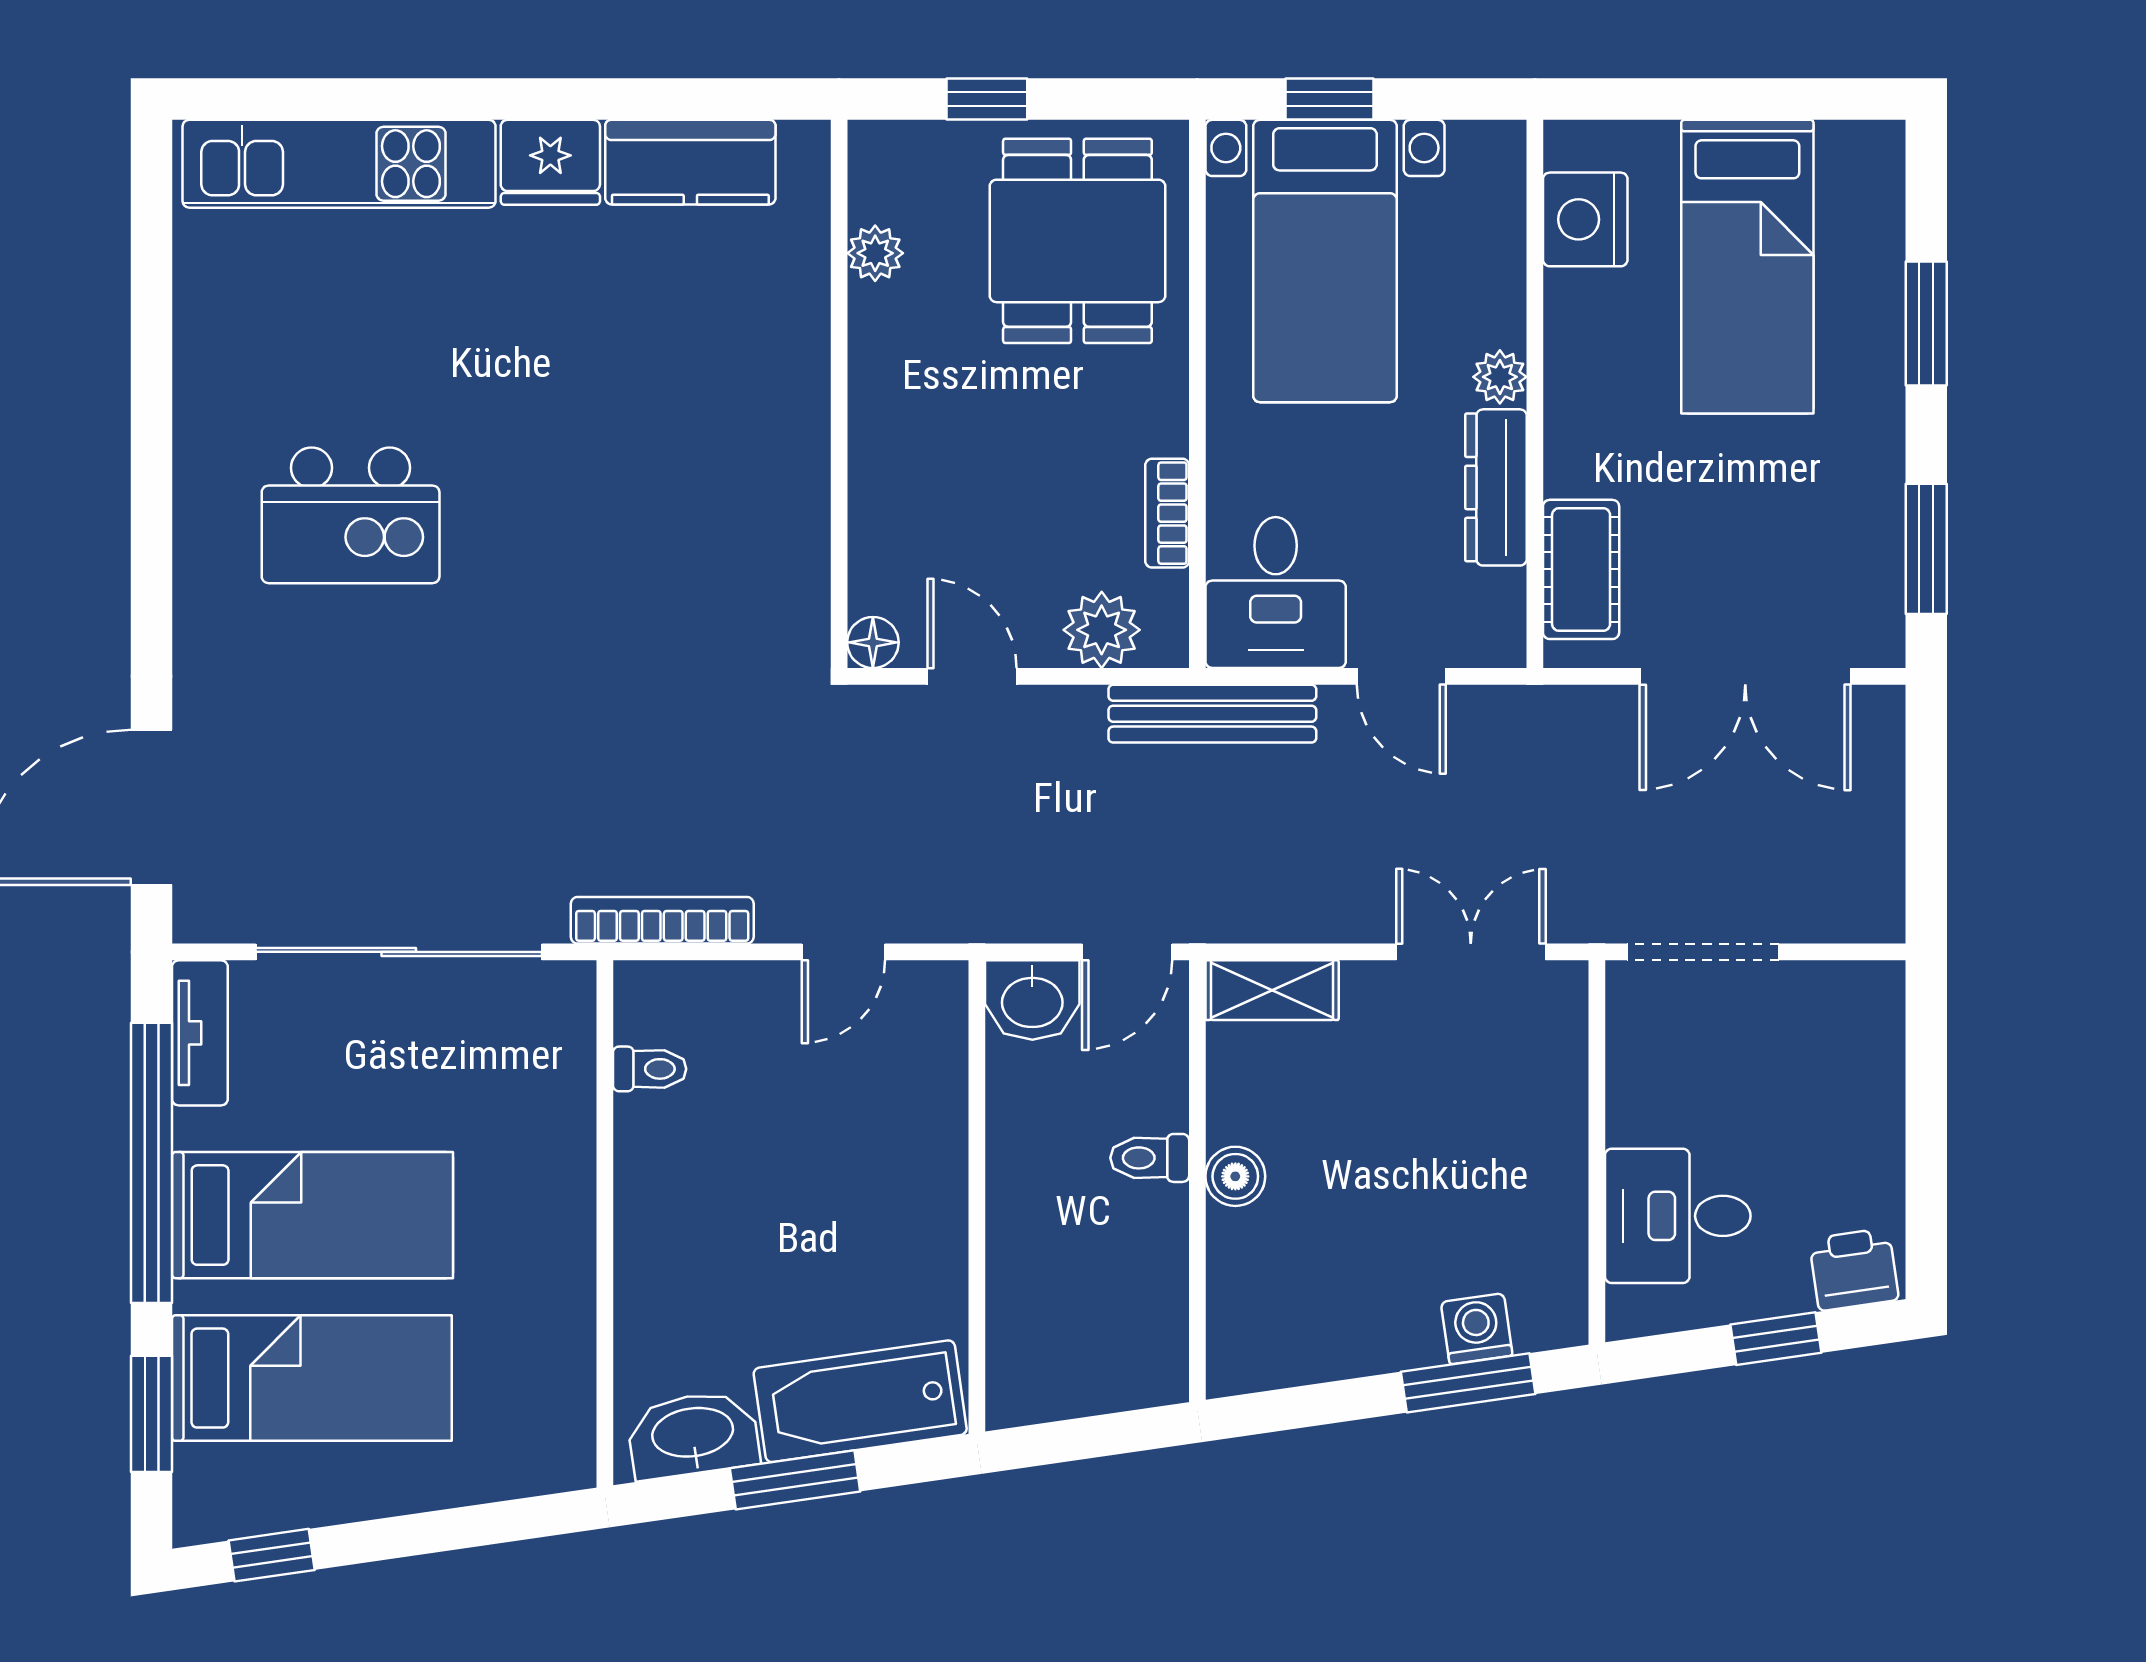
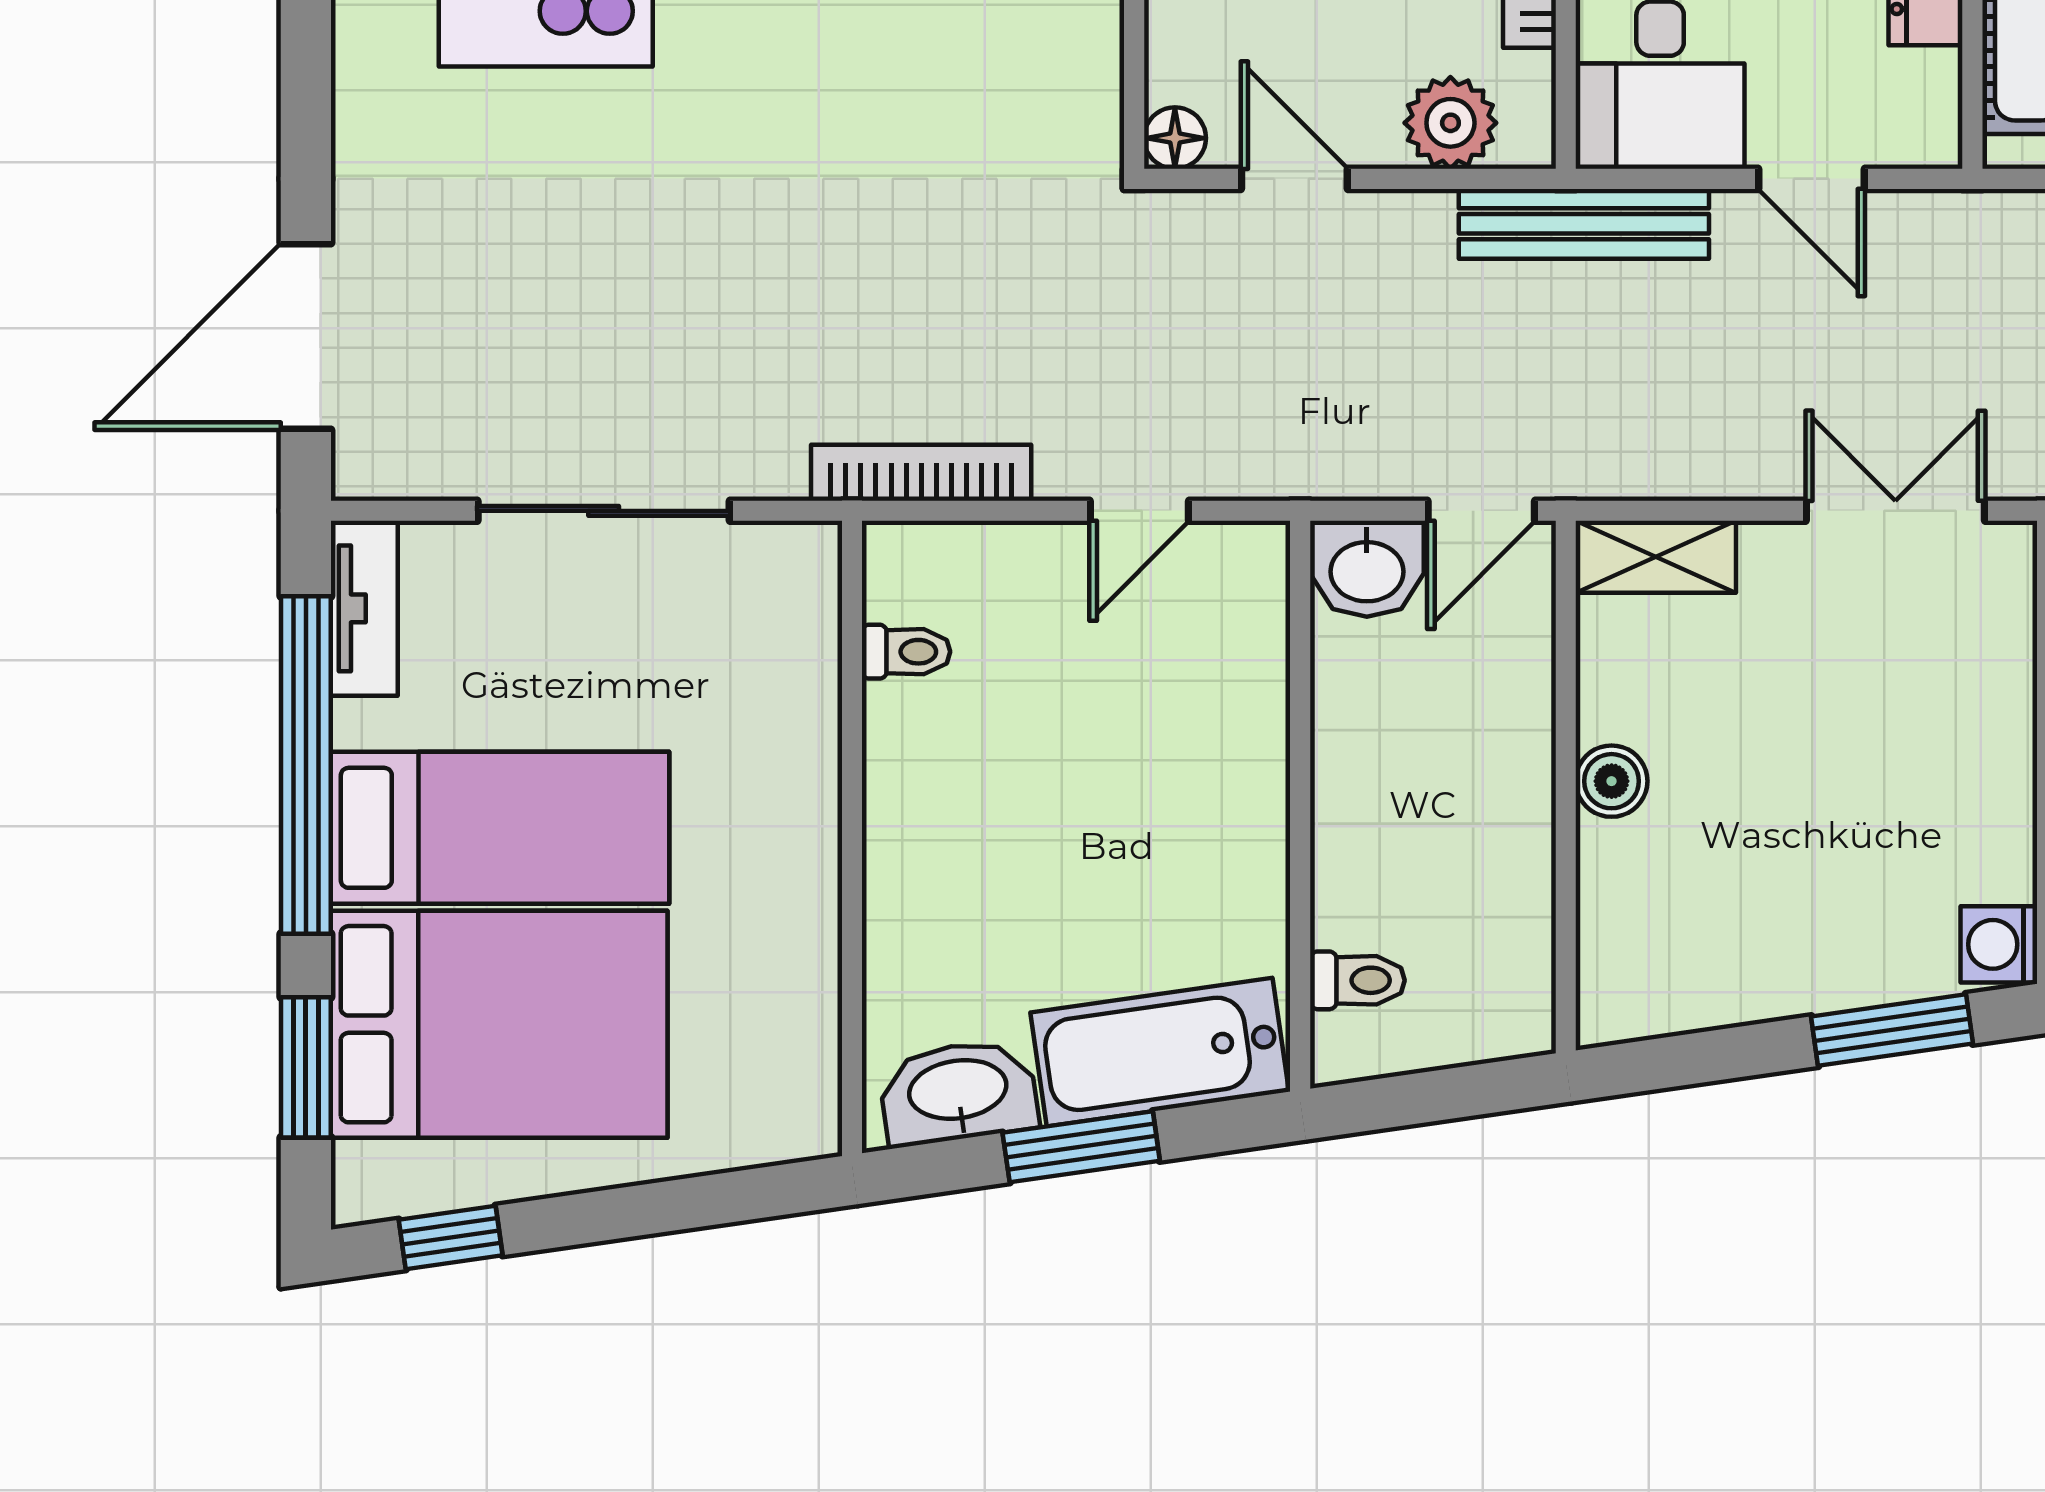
sliding door: (399, 952) -> (604, 511), width x0.73
toilet: (1150, 1158) -> (1357, 980), moved, turned 180
washing machine: (1477, 1329) -> (1999, 944), moved, turned -82
bed: (312, 1378) -> (499, 1024), width x1.50

